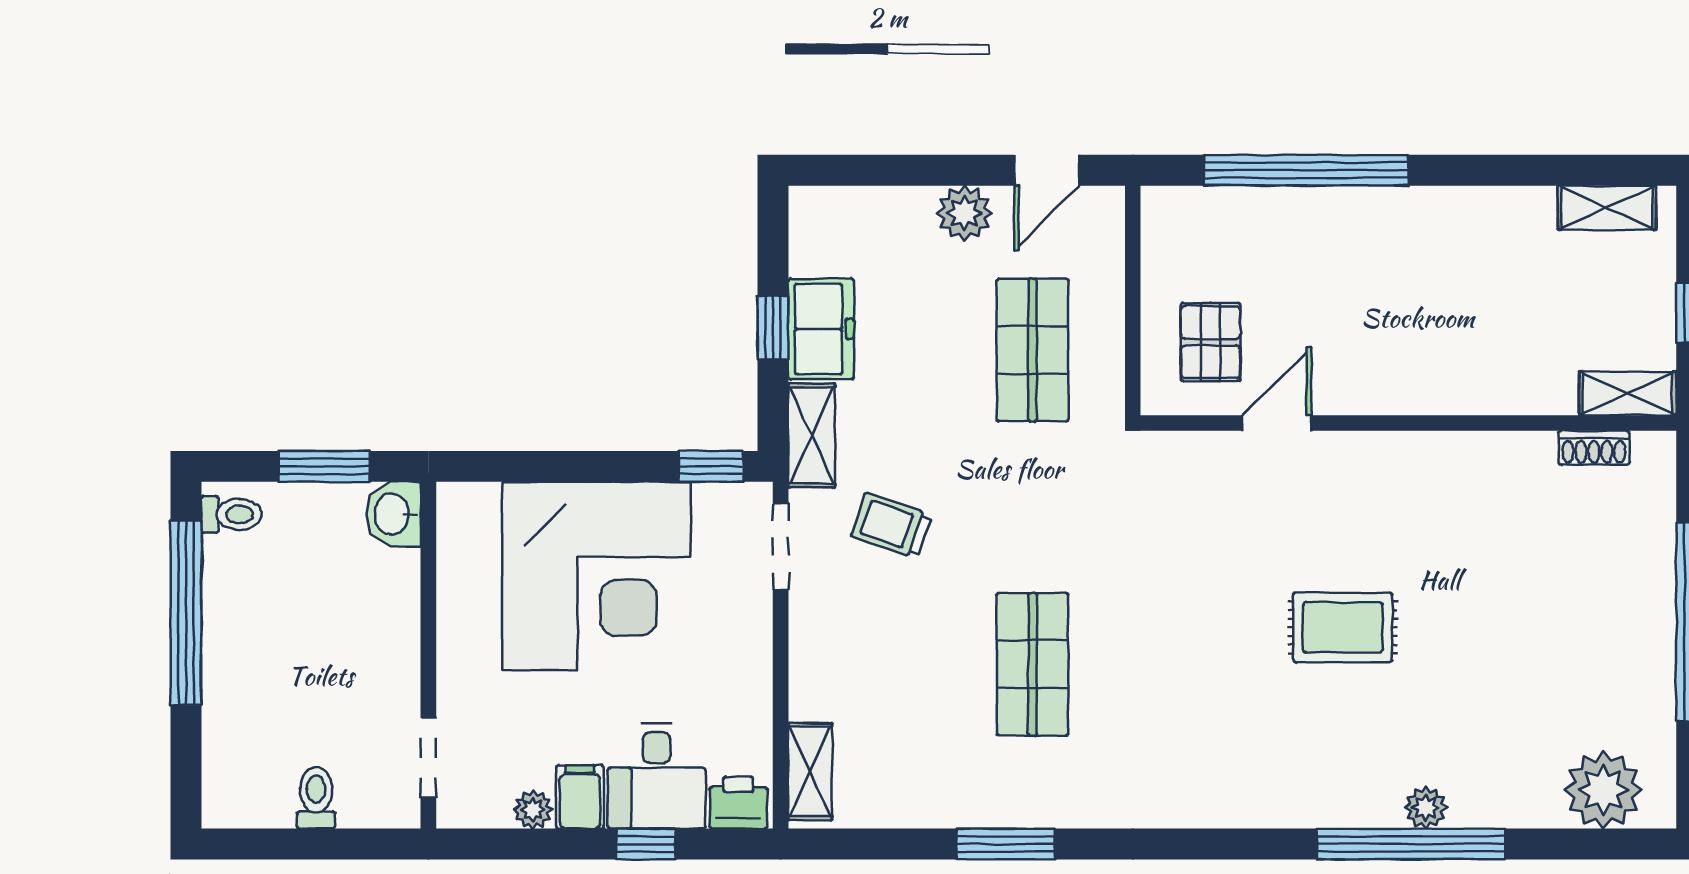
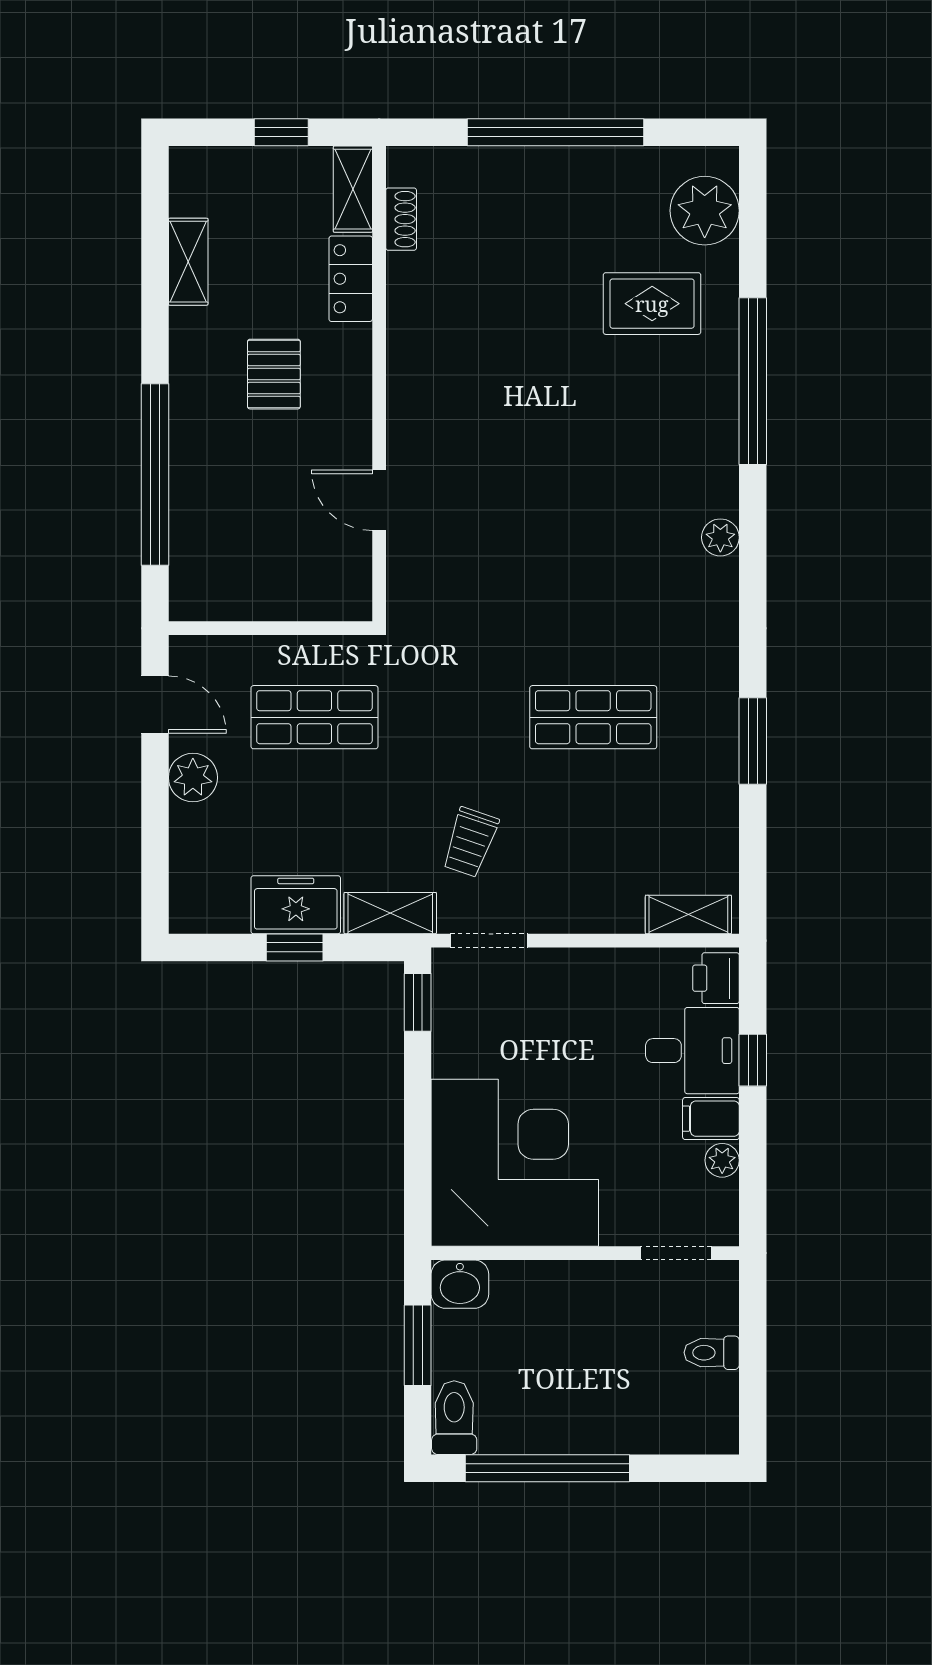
shelving: (1607, 208) -> (188, 262), moved
pallet: (1211, 342) -> (274, 374), moved, turned 90
locker: (1527, 391) -> (351, 279), added
toilet: (231, 514) -> (454, 1418), width x1.37, depth x1.39
corner desk: (596, 576) -> (515, 1163), moved
rug: (1343, 627) -> (652, 304), moved, turned 90
plant: (1426, 808) -> (720, 537), moved

